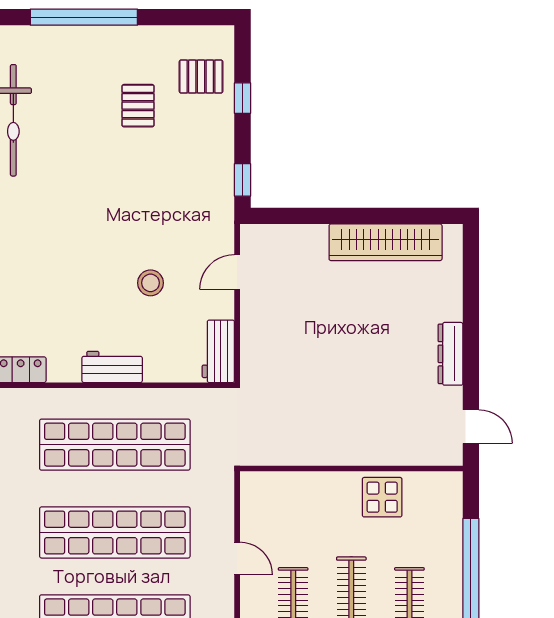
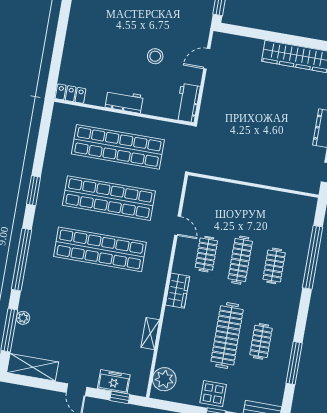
display table: (382, 497) -> (268, 205), removed

